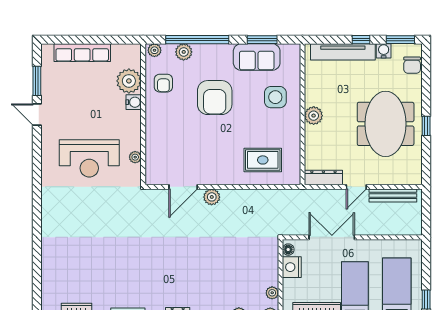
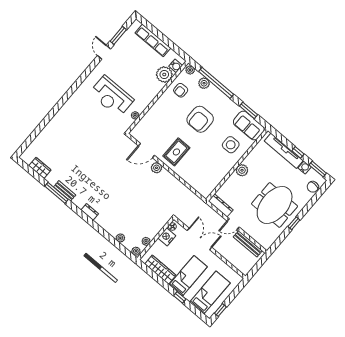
sofa: (257, 57) -> (249, 126), moved
water cooler: (134, 102) -> (176, 66), moved
rug: (263, 160) -> (176, 152), moved, turned 90

